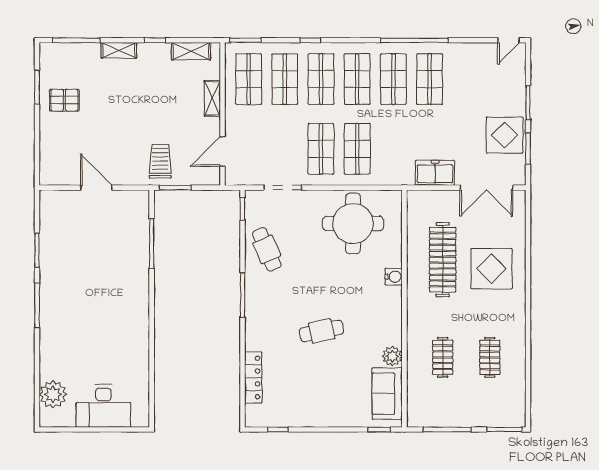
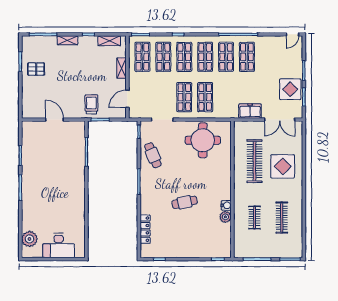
water cooler: (394, 277) -> (226, 205), moved
clothes rail: (490, 357) -> (282, 218), width x1.36
sofa: (387, 394) -> (222, 238), removed

